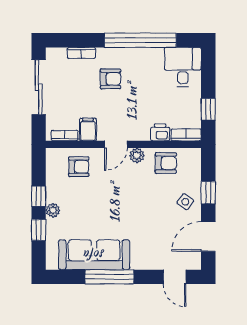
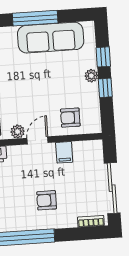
bookcase: (81, 53) -> (91, 221), moved
bookcase: (65, 136) -> (85, 145), removed

